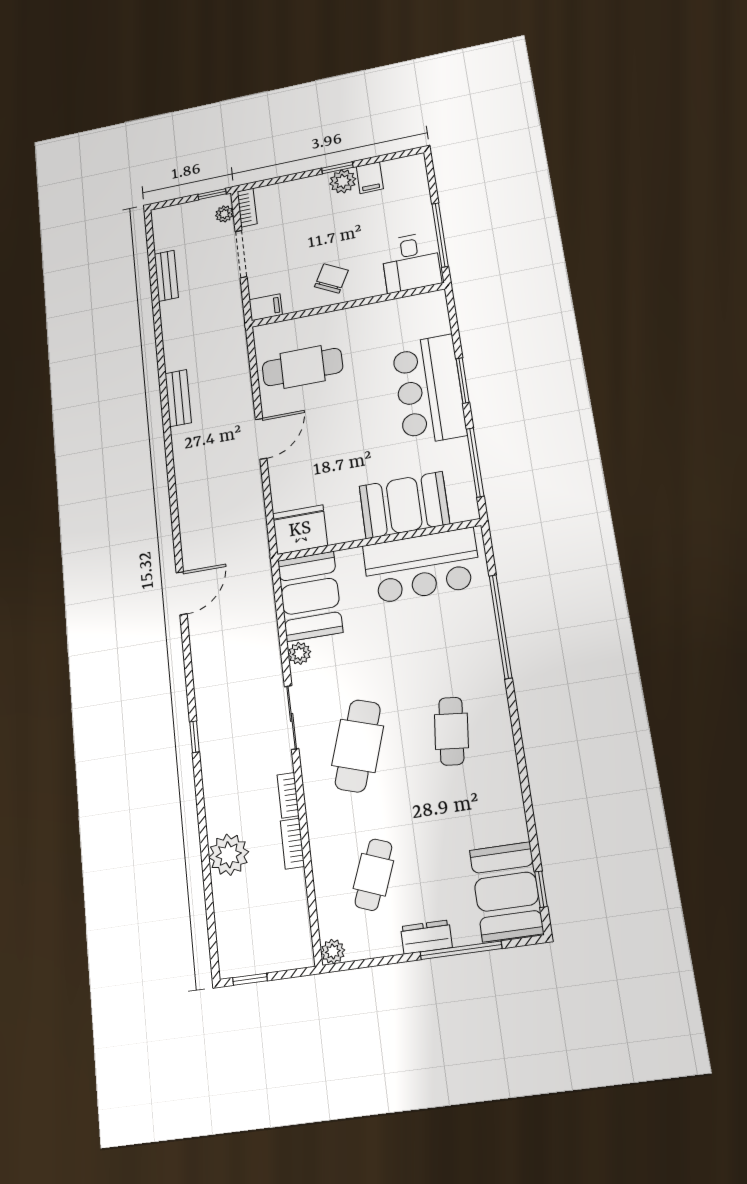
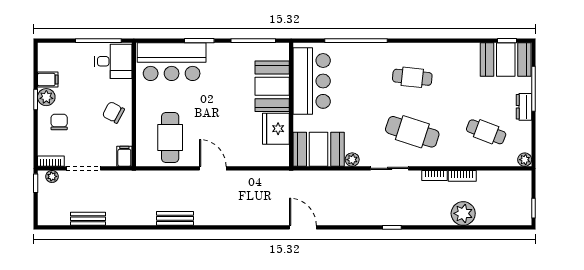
chair: (307, 207) -> (59, 122), added
bar counter: (429, 390) -> (172, 62), moved
fridge: (300, 530) -> (276, 129), moved

